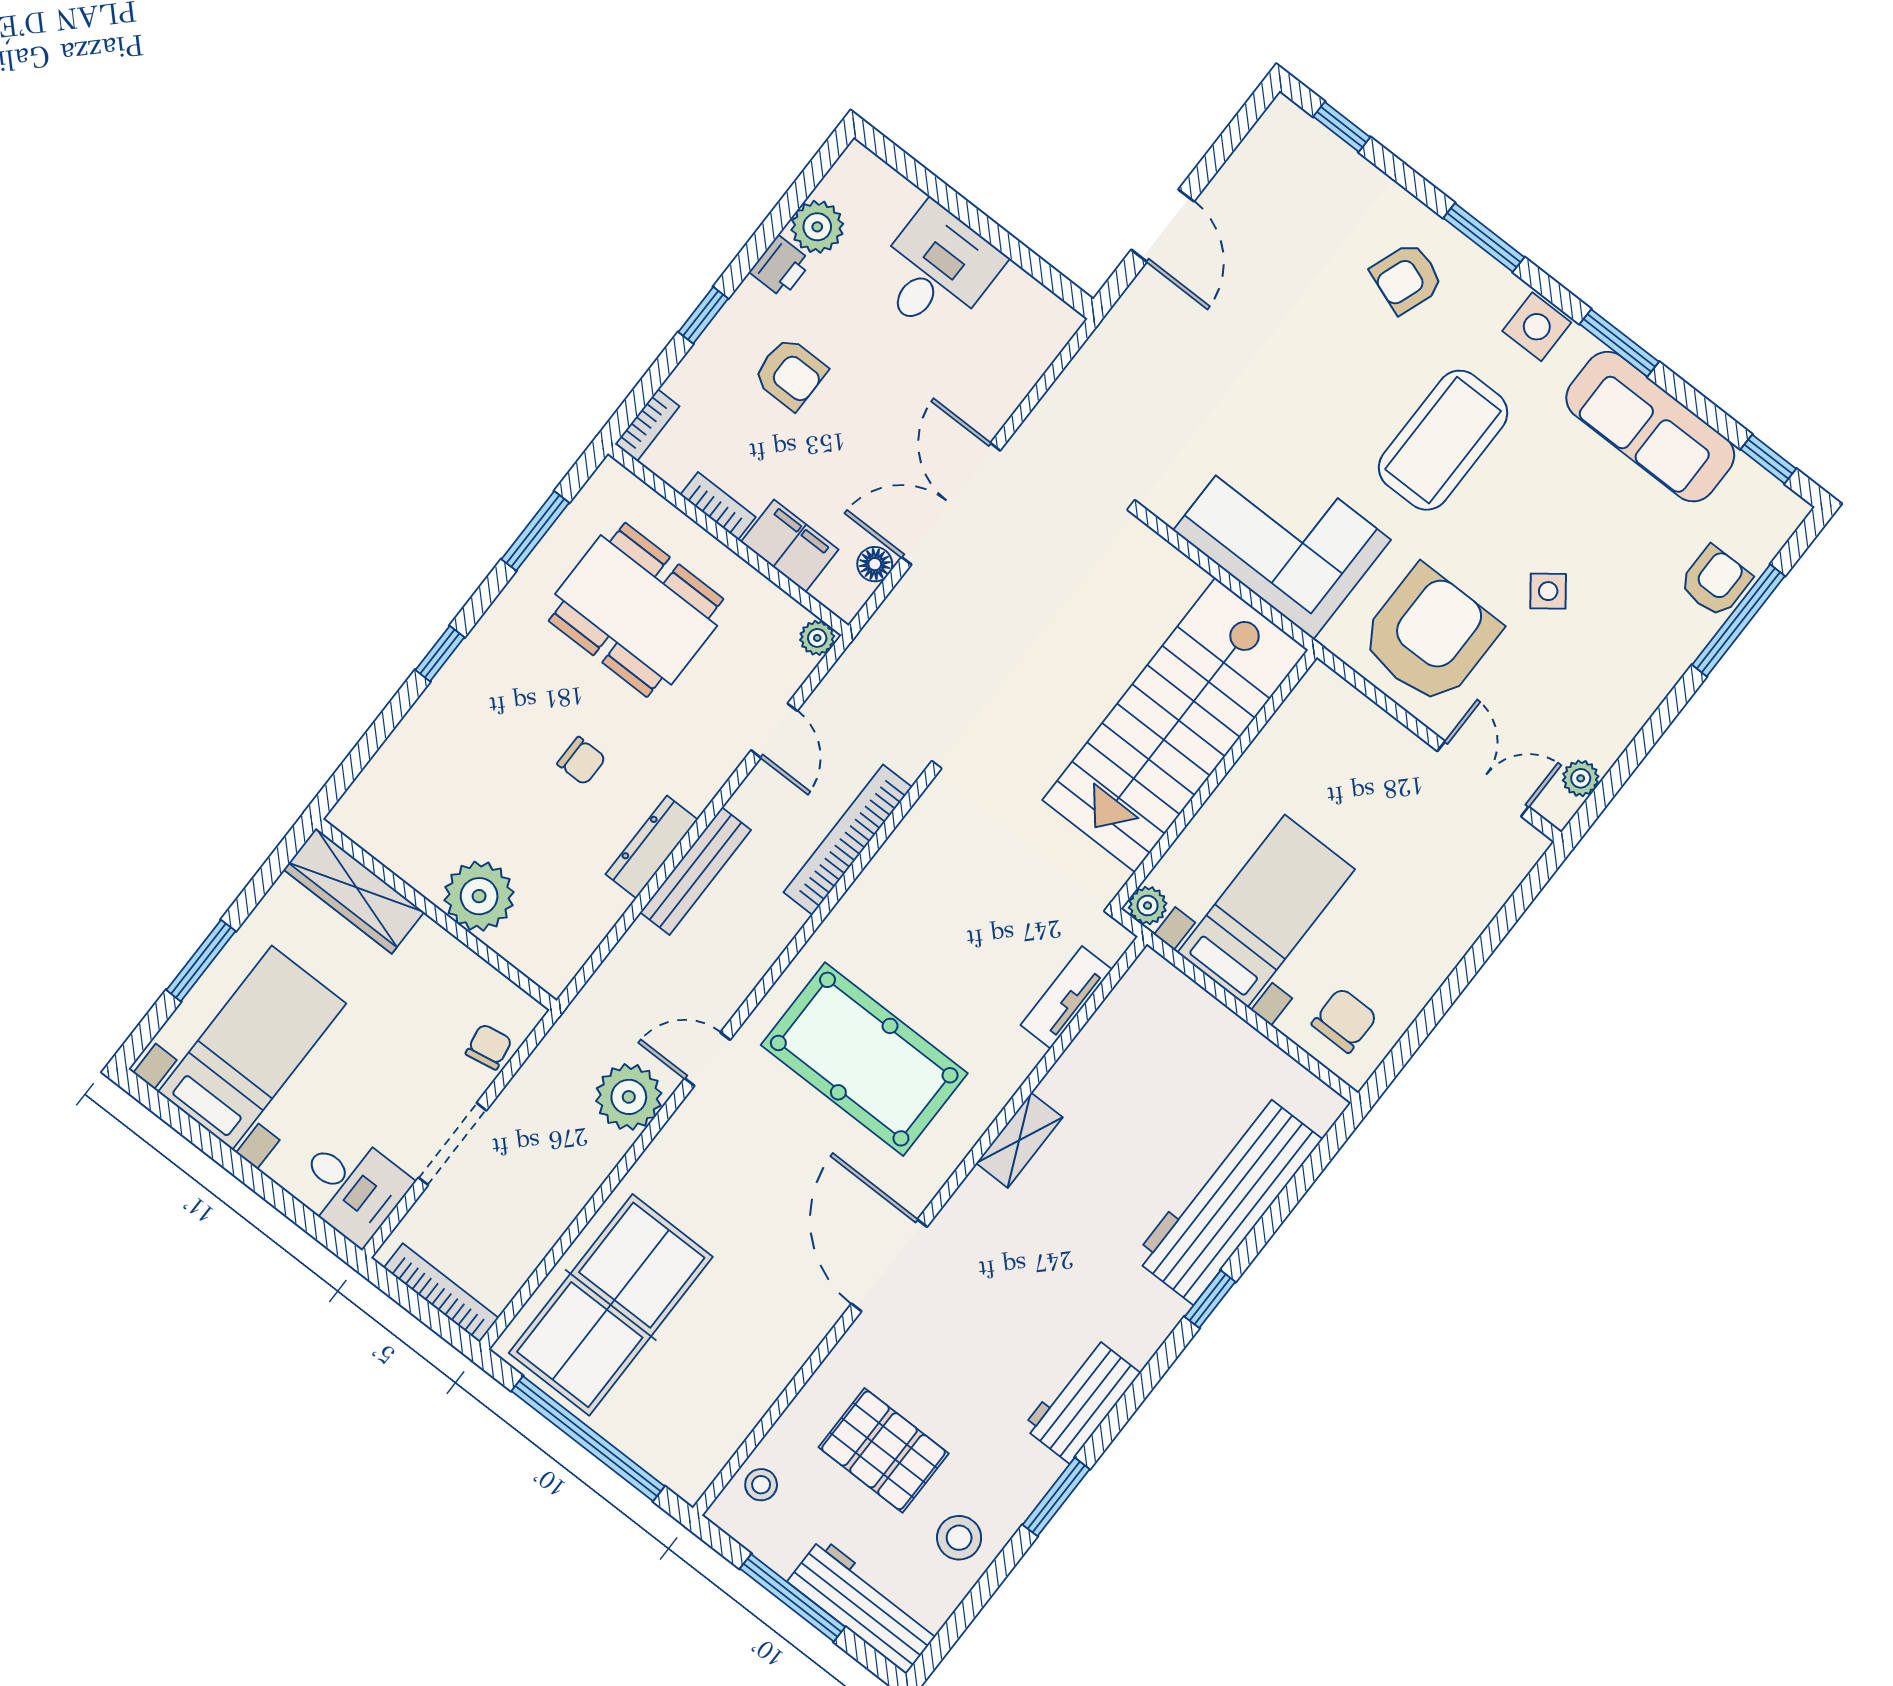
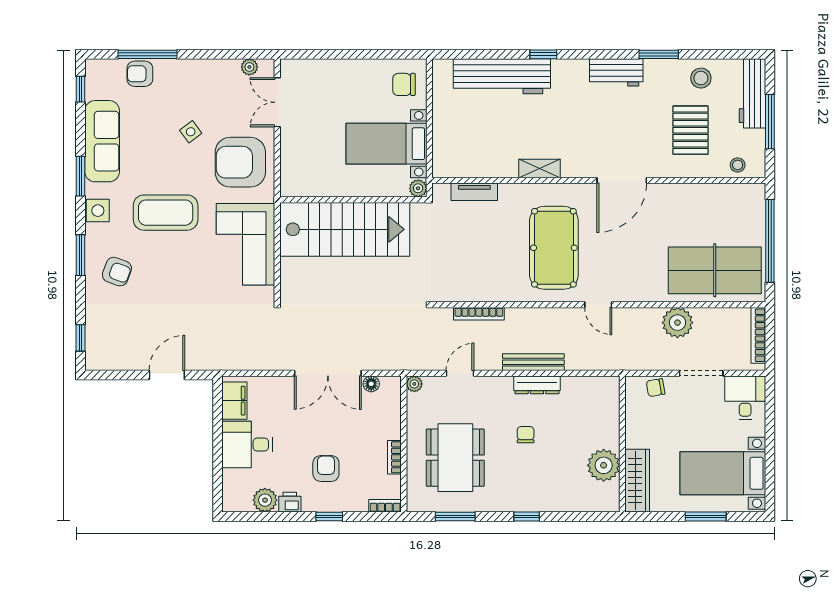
filing cabinet: (790, 546) -> (234, 401), moved, turned 180
bookcase: (848, 840) -> (479, 314), width x0.68, depth x0.76
plant: (479, 896) -> (604, 465), moved
plant: (629, 1097) -> (677, 323), moved

